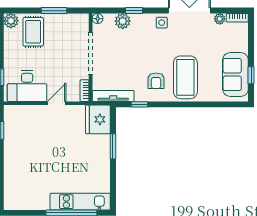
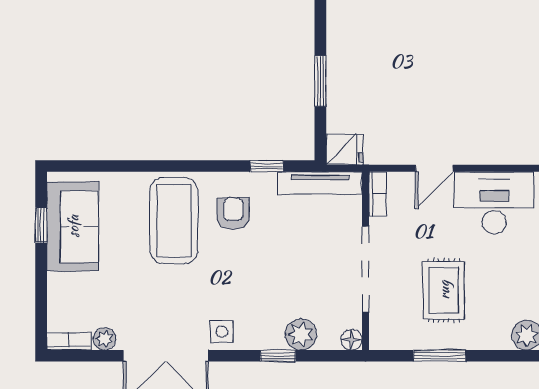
rug: (33, 32) -> (444, 290), moved
fridge: (98, 119) -> (345, 149), width x0.53, depth x0.75

